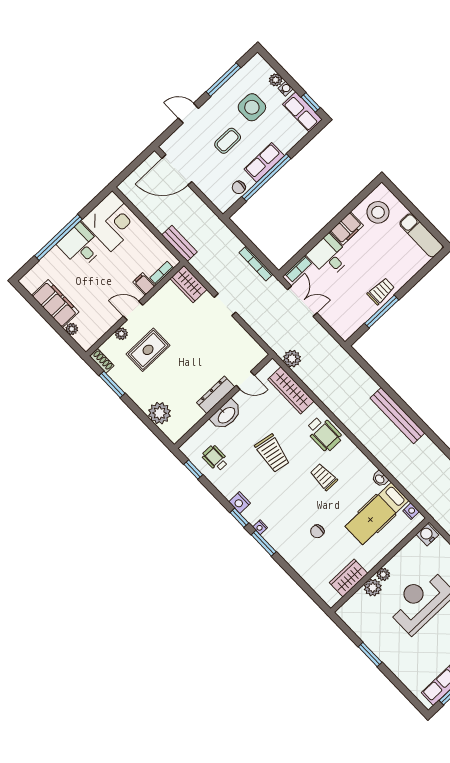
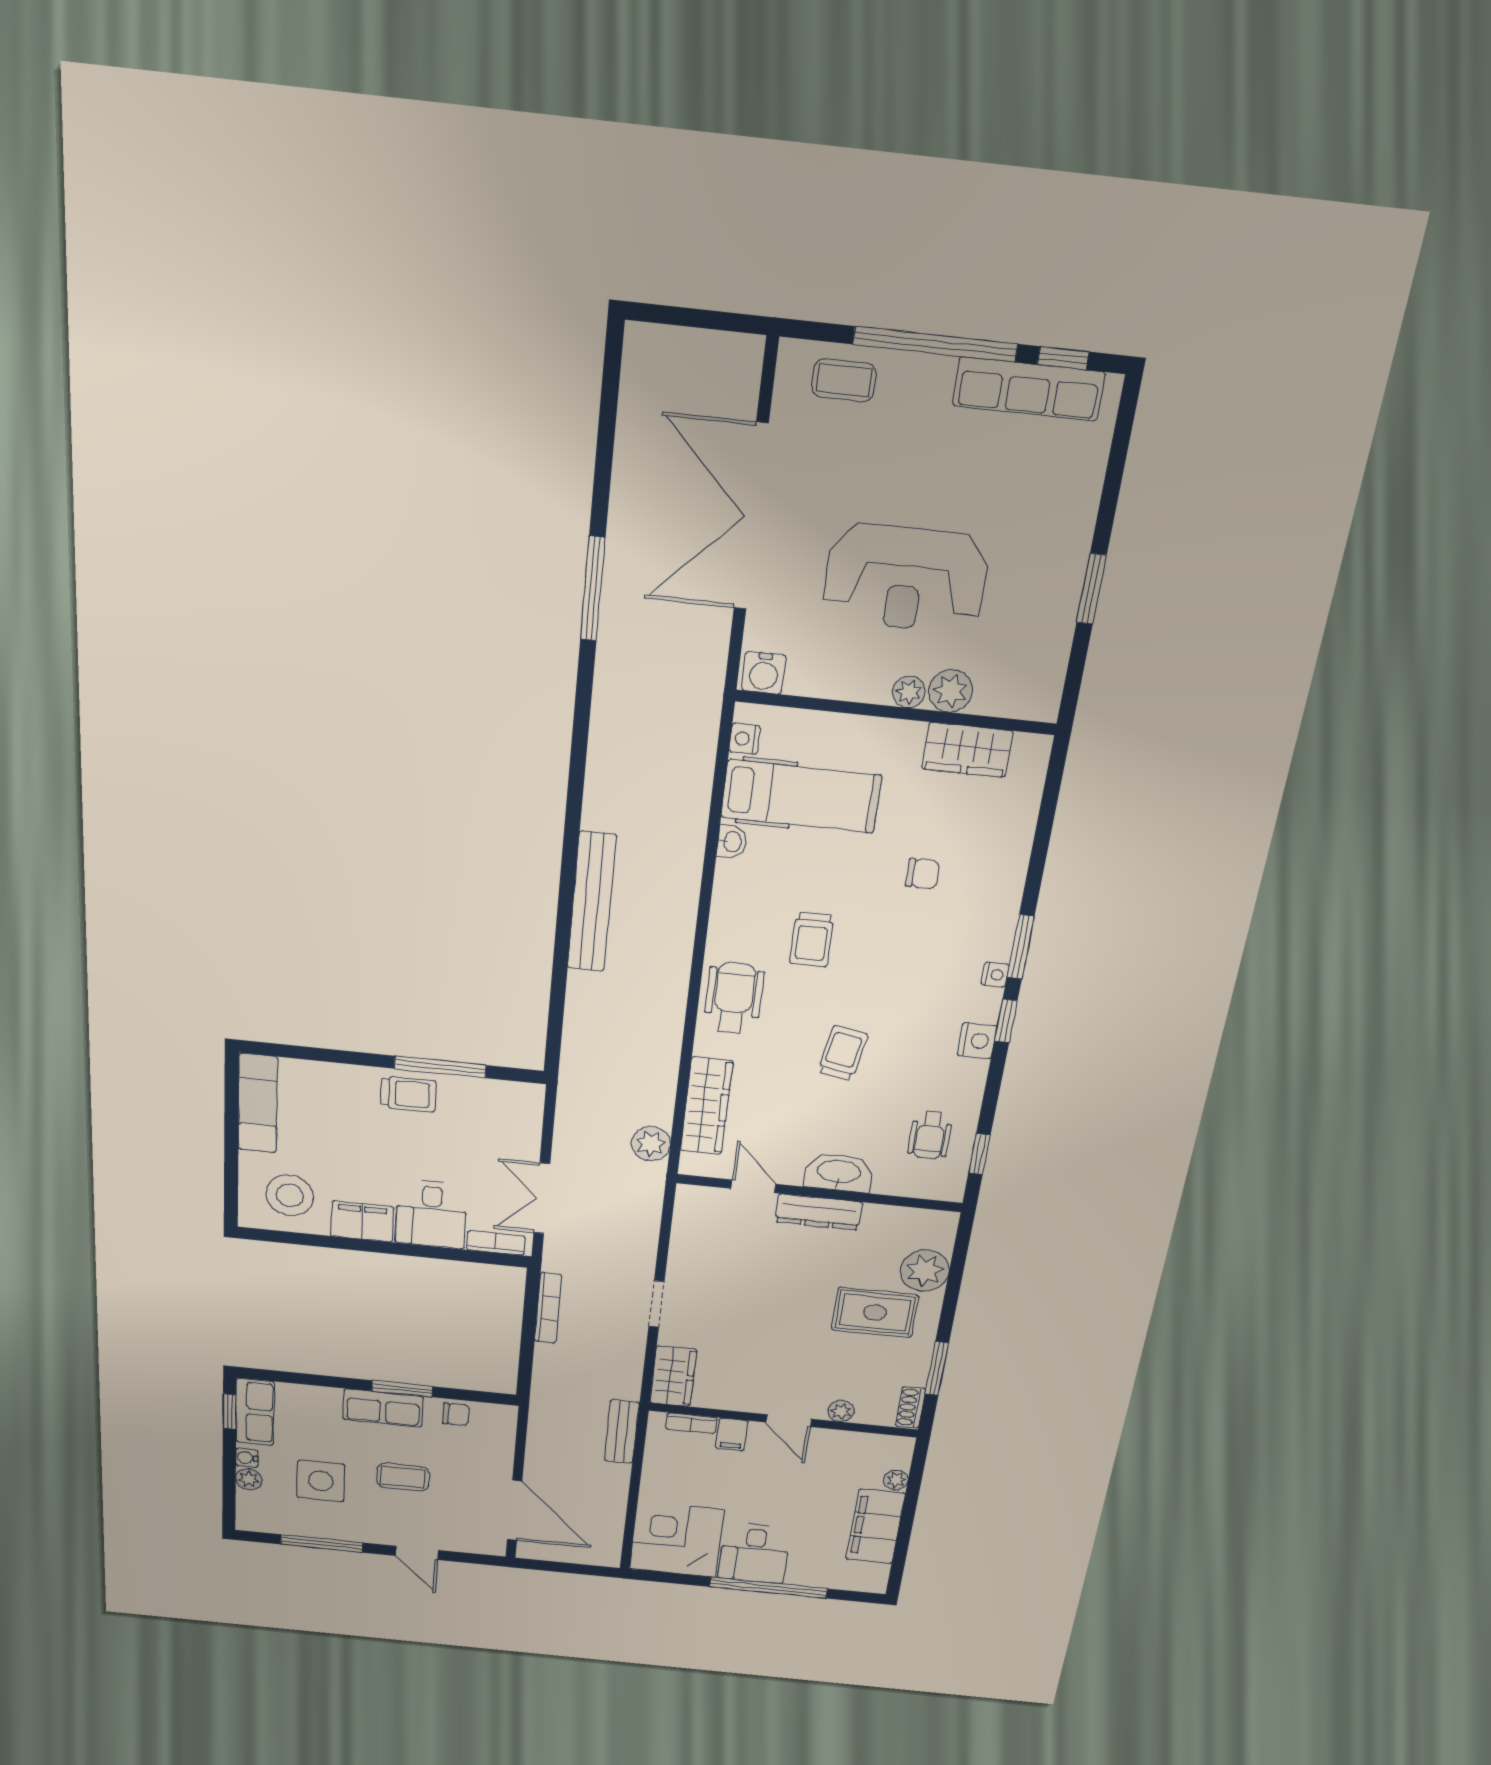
window: (266, 178) -> (402, 1389), width x0.47
trolley: (381, 291) -> (408, 1094), turned 180
rug: (148, 350) -> (875, 1313), moved
trolley: (272, 453) -> (843, 1053), width x0.73, depth x0.72

